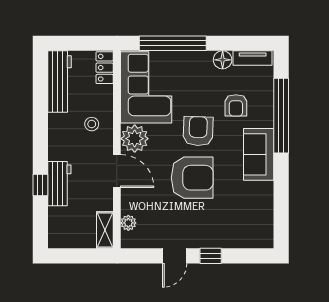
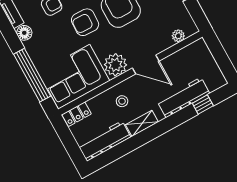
door: (117, 171) -> (146, 65), swing flipped
workbench: (59, 184) -> (183, 97), width x1.38
window: (40, 185) -> (203, 104), moved
shelving: (105, 230) -> (142, 123), moved

